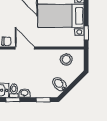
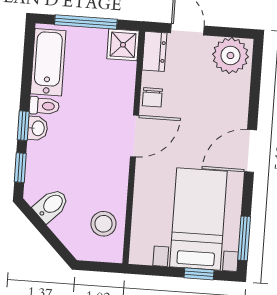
window: (86, 33) -> (199, 274), moved
window: (13, 100) -> (23, 126), moved

